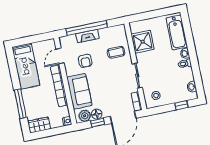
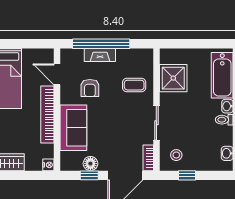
door: (60, 56) -> (57, 74), hinge flipped
window: (181, 105) -> (187, 175), moved
plant: (85, 116) -> (74, 163), removed

